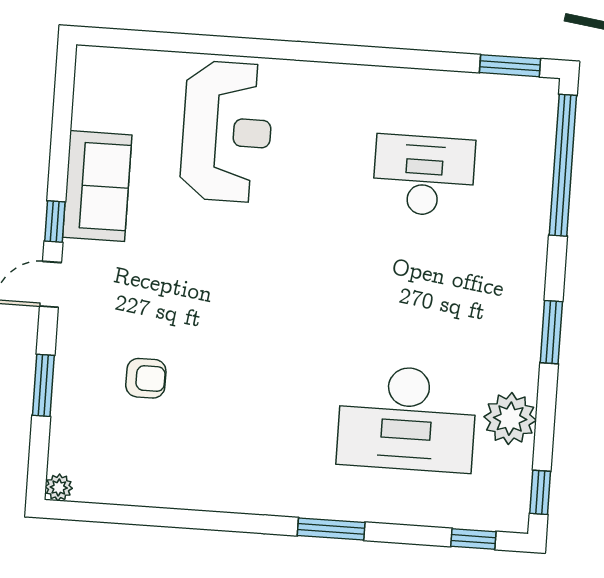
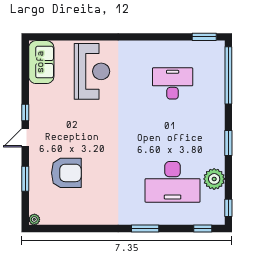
sofa: (97, 186) -> (41, 62), moved
armchair: (146, 378) -> (66, 173), width x1.88, depth x1.88

